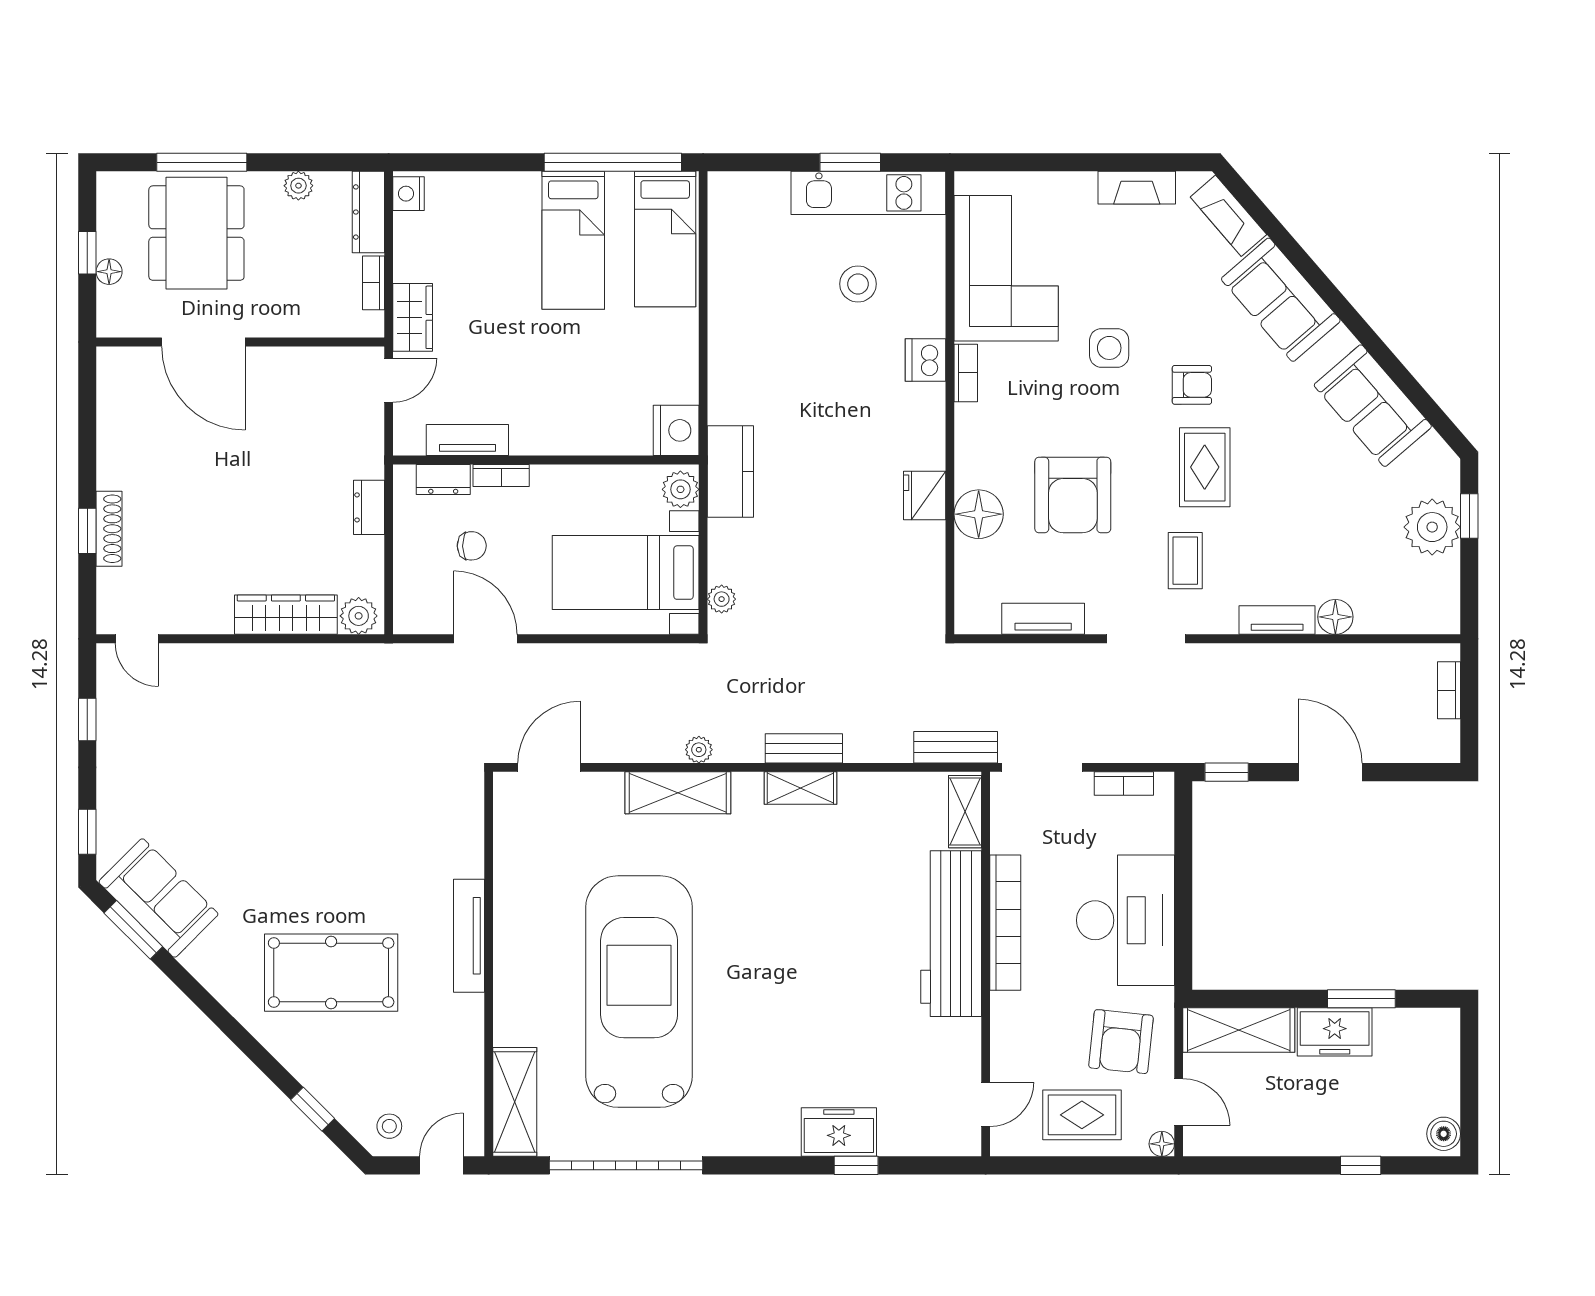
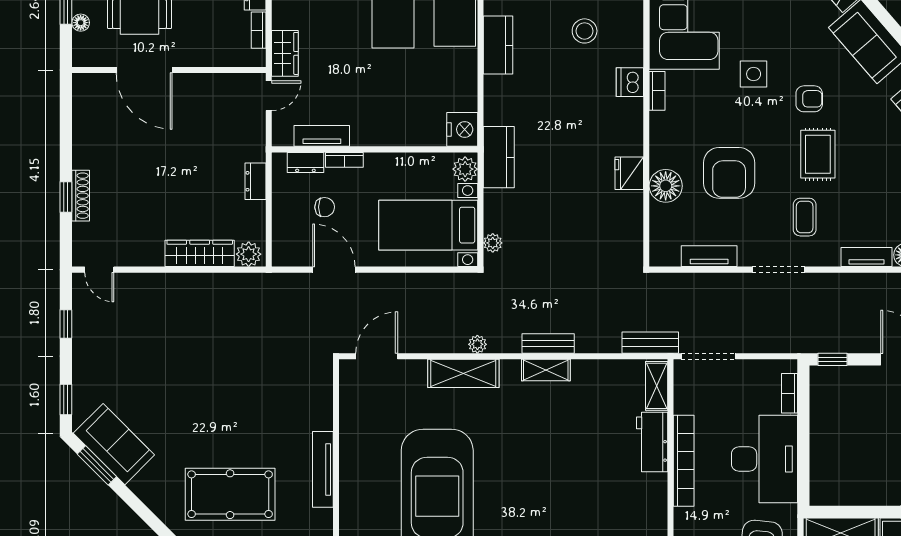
kitchen counter: (729, 305) -> (498, 45), added
bookcase: (1124, 784) -> (789, 393), moved, turned 90
workbench: (951, 934) -> (652, 442), width x0.53, depth x0.76

